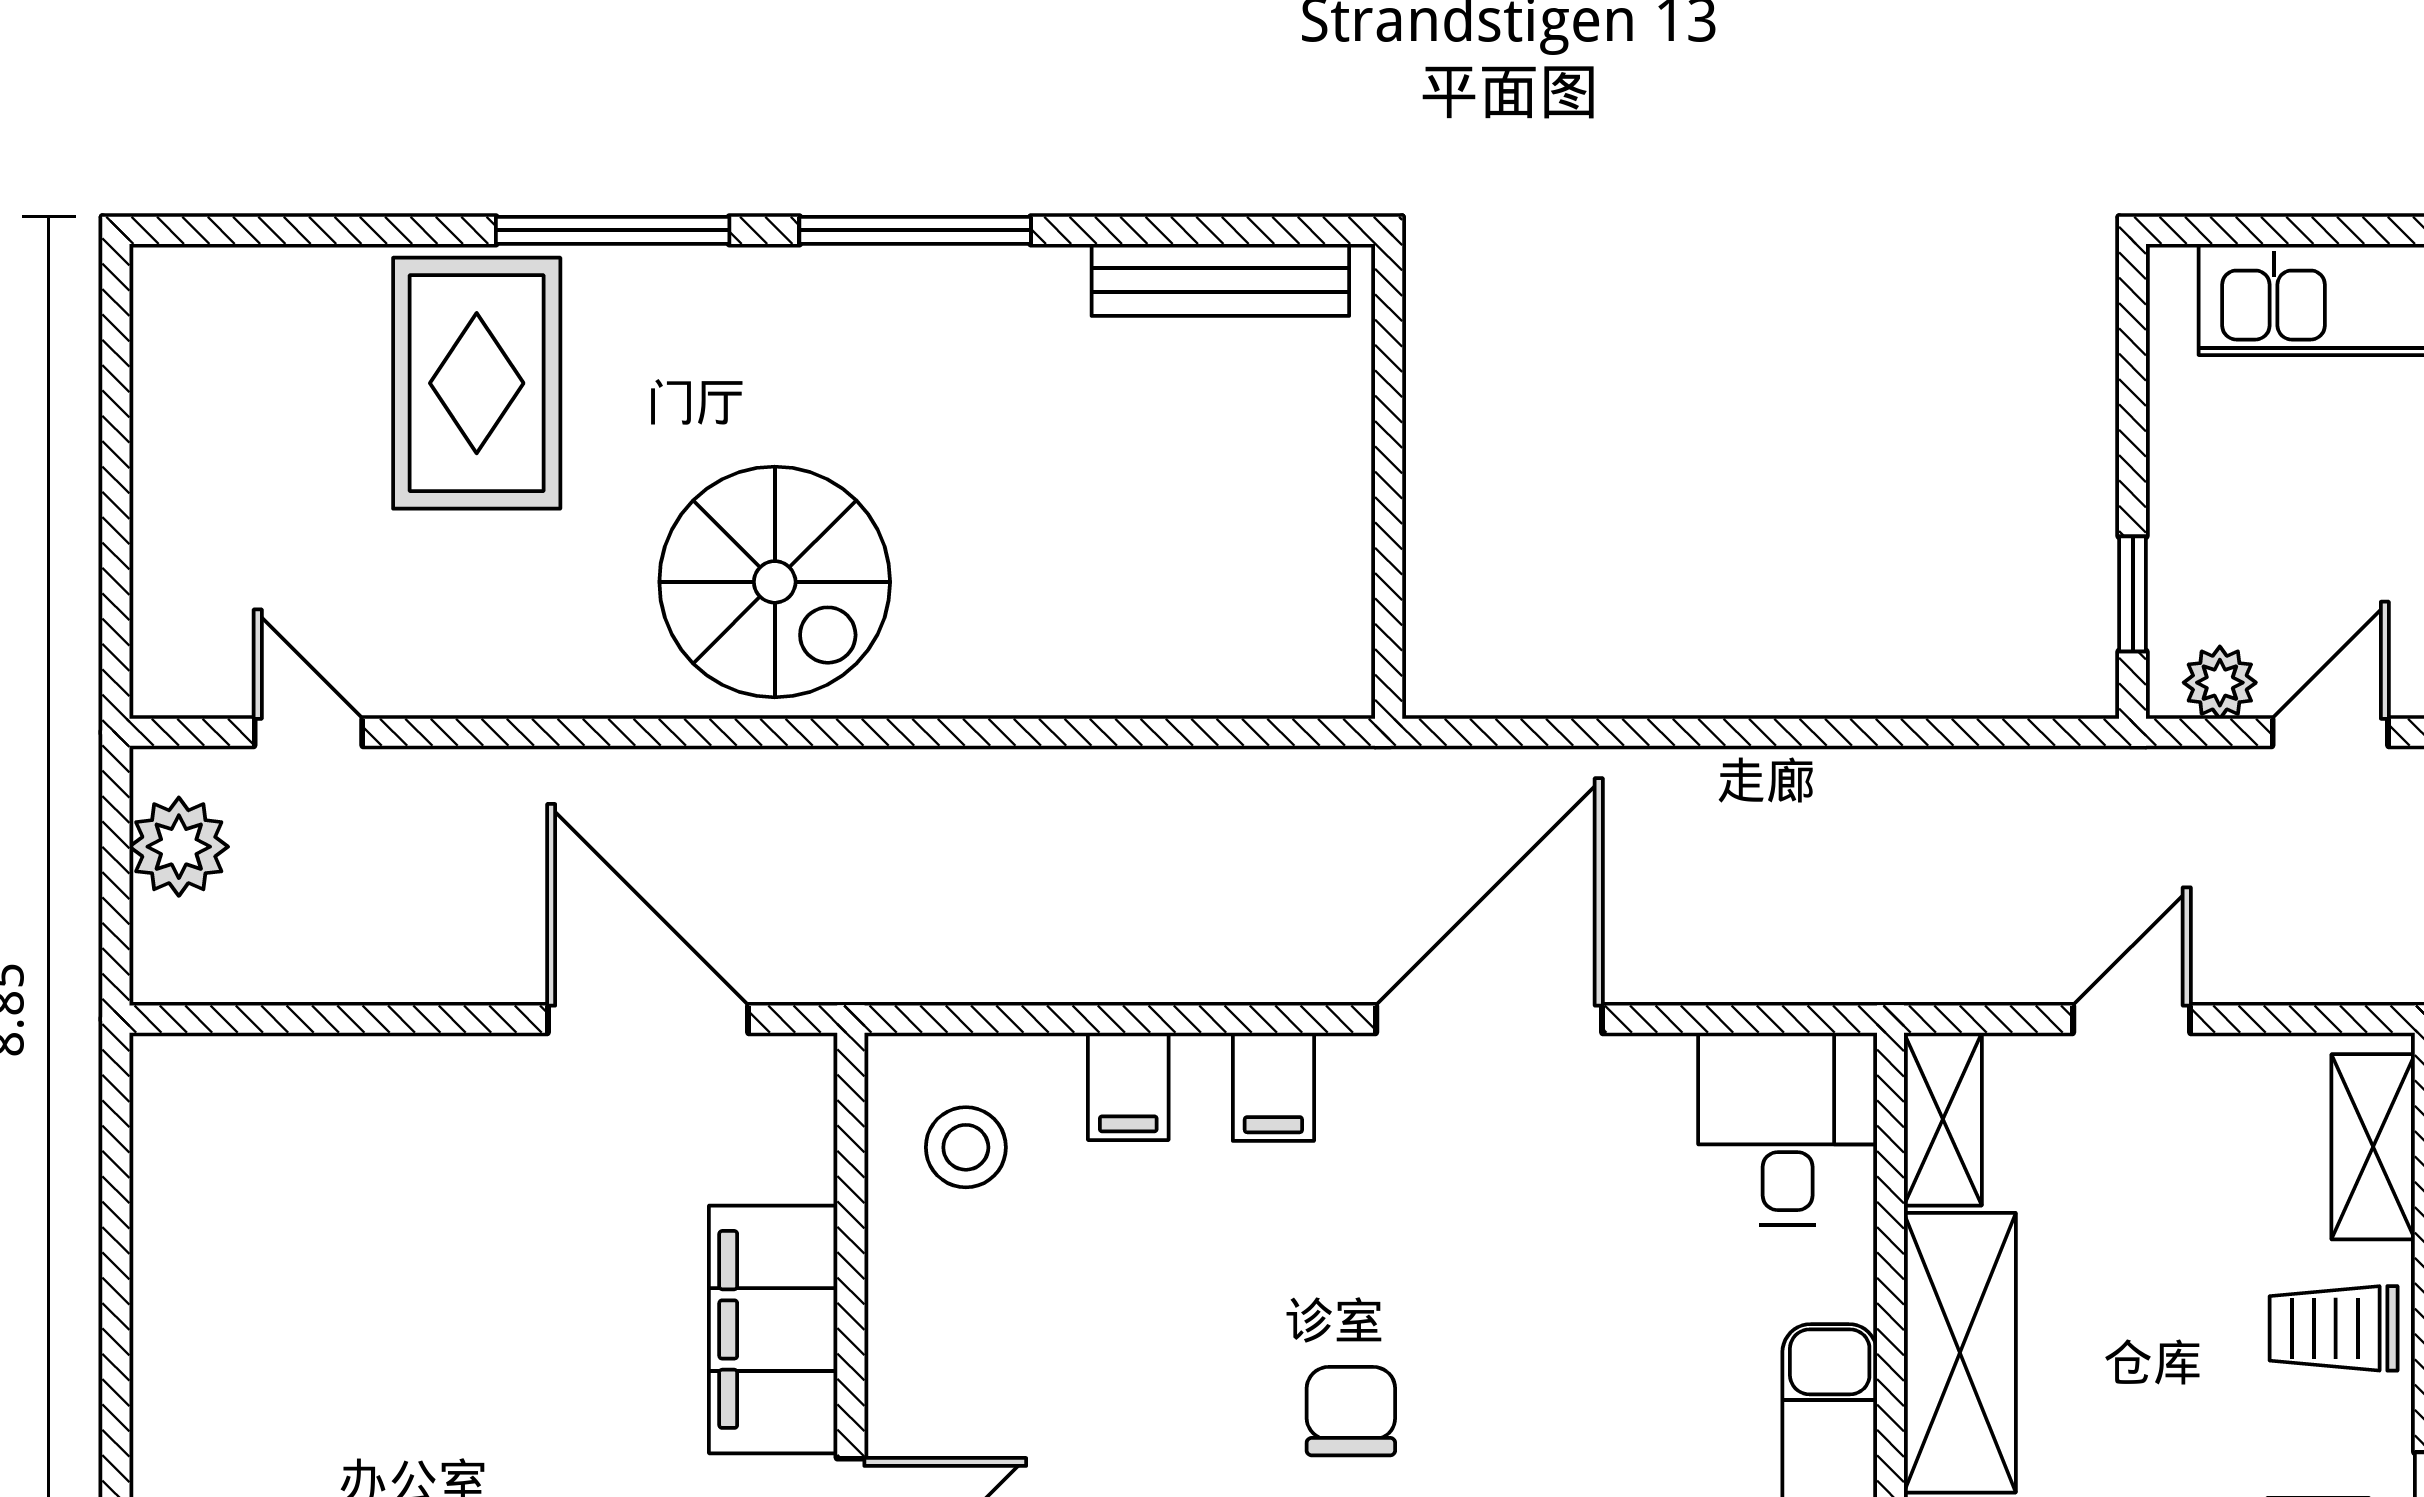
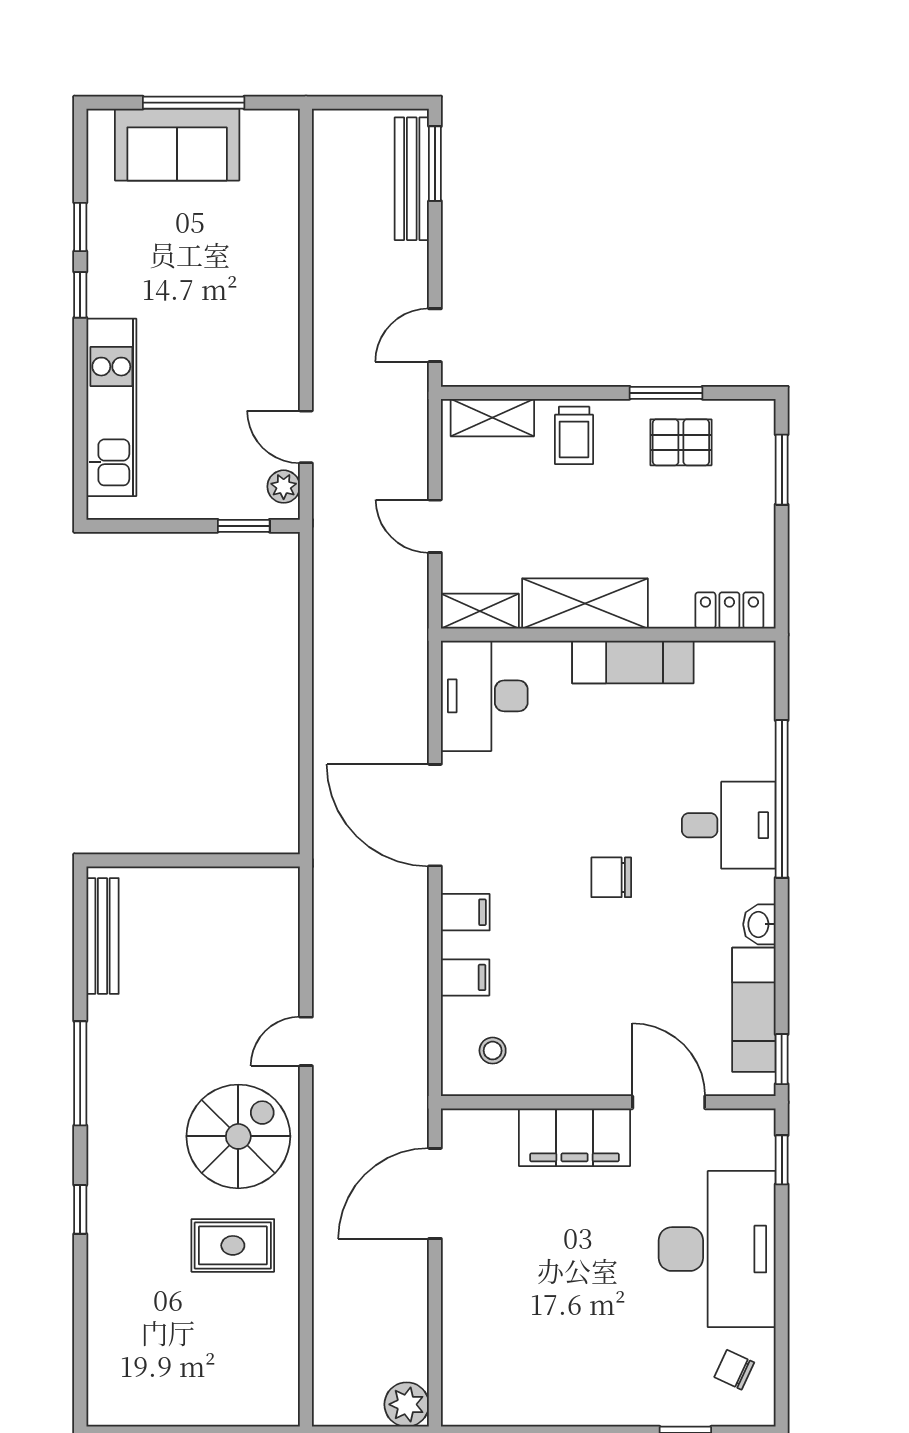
window: (613, 230) -> (80, 1209), width x0.46
rug: (477, 383) -> (233, 1245), moved, width x0.73, depth x0.70
door: (308, 732) -> (306, 1041), moved
plant: (179, 847) -> (407, 1404), moved
desk: (1788, 1129) -> (484, 696), width x1.37
stool: (966, 1147) -> (493, 1051), width x0.73, depth x0.73

